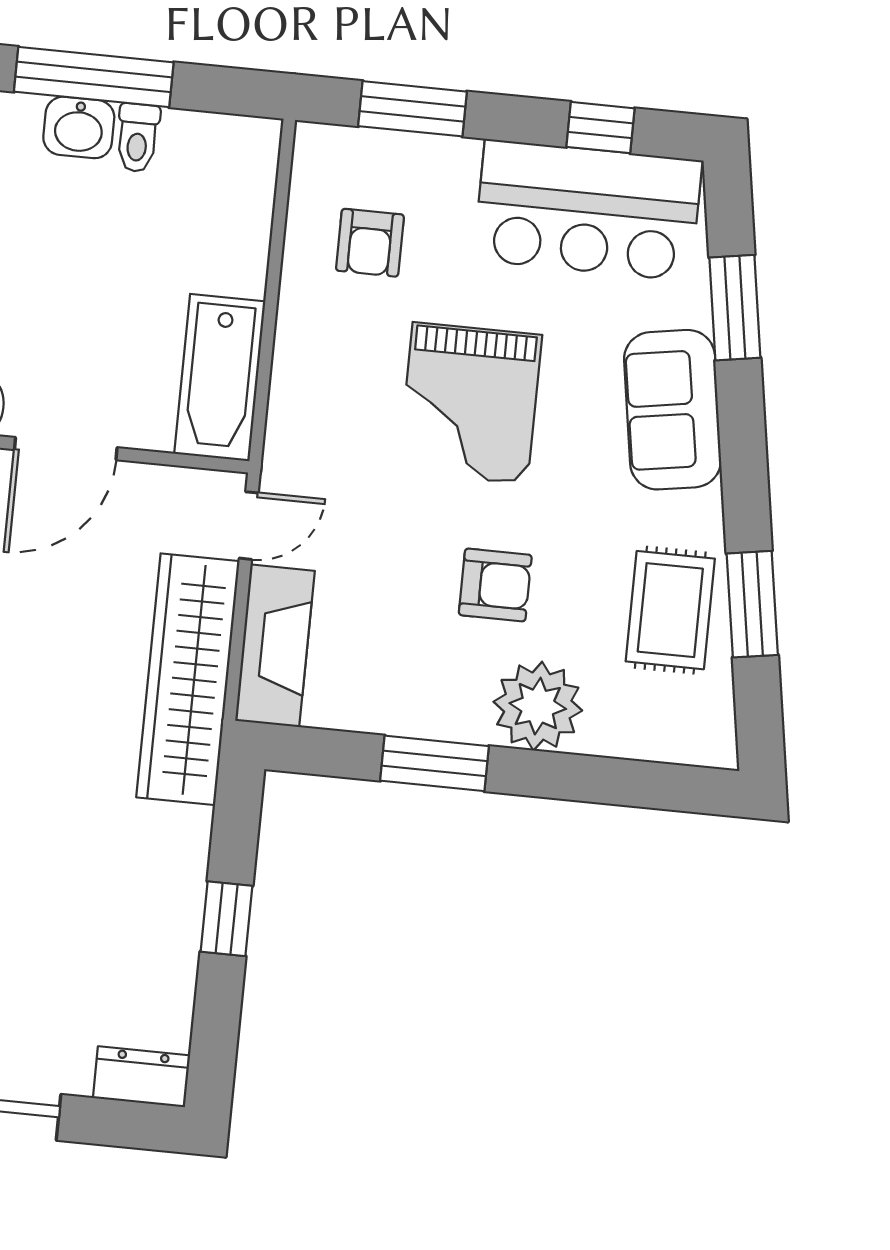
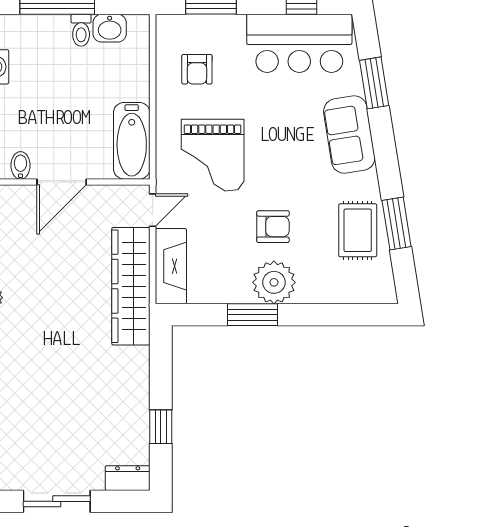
washbasin: (79, 127) -> (110, 28), moved
grand piano: (470, 403) -> (213, 155), moved
plant: (538, 706) -> (274, 282), moved
window: (227, 919) -> (161, 427), moved

